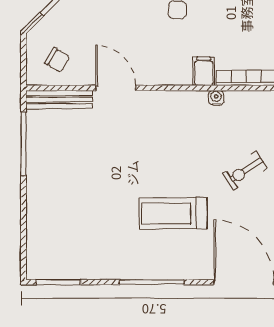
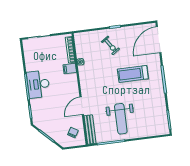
weight bench: (75, 173) -> (121, 119), added
treadmill: (173, 213) -> (133, 74), turned 90

